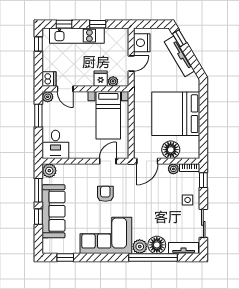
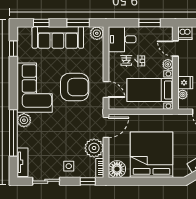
door: (65, 89) -> (175, 48), hinge flipped
plant: (48, 97) -> (168, 64), moved
floor lamp: (171, 150) -> (117, 169), moved
door: (147, 161) -> (106, 127), swing flipped
plant: (173, 169) -> (94, 148), width x1.87, depth x1.87
armchair: (105, 194) -> (75, 87), width x1.88, depth x1.88
window: (38, 217) -> (41, 23), moved
floor lamp: (157, 245) -> (26, 137), removed

